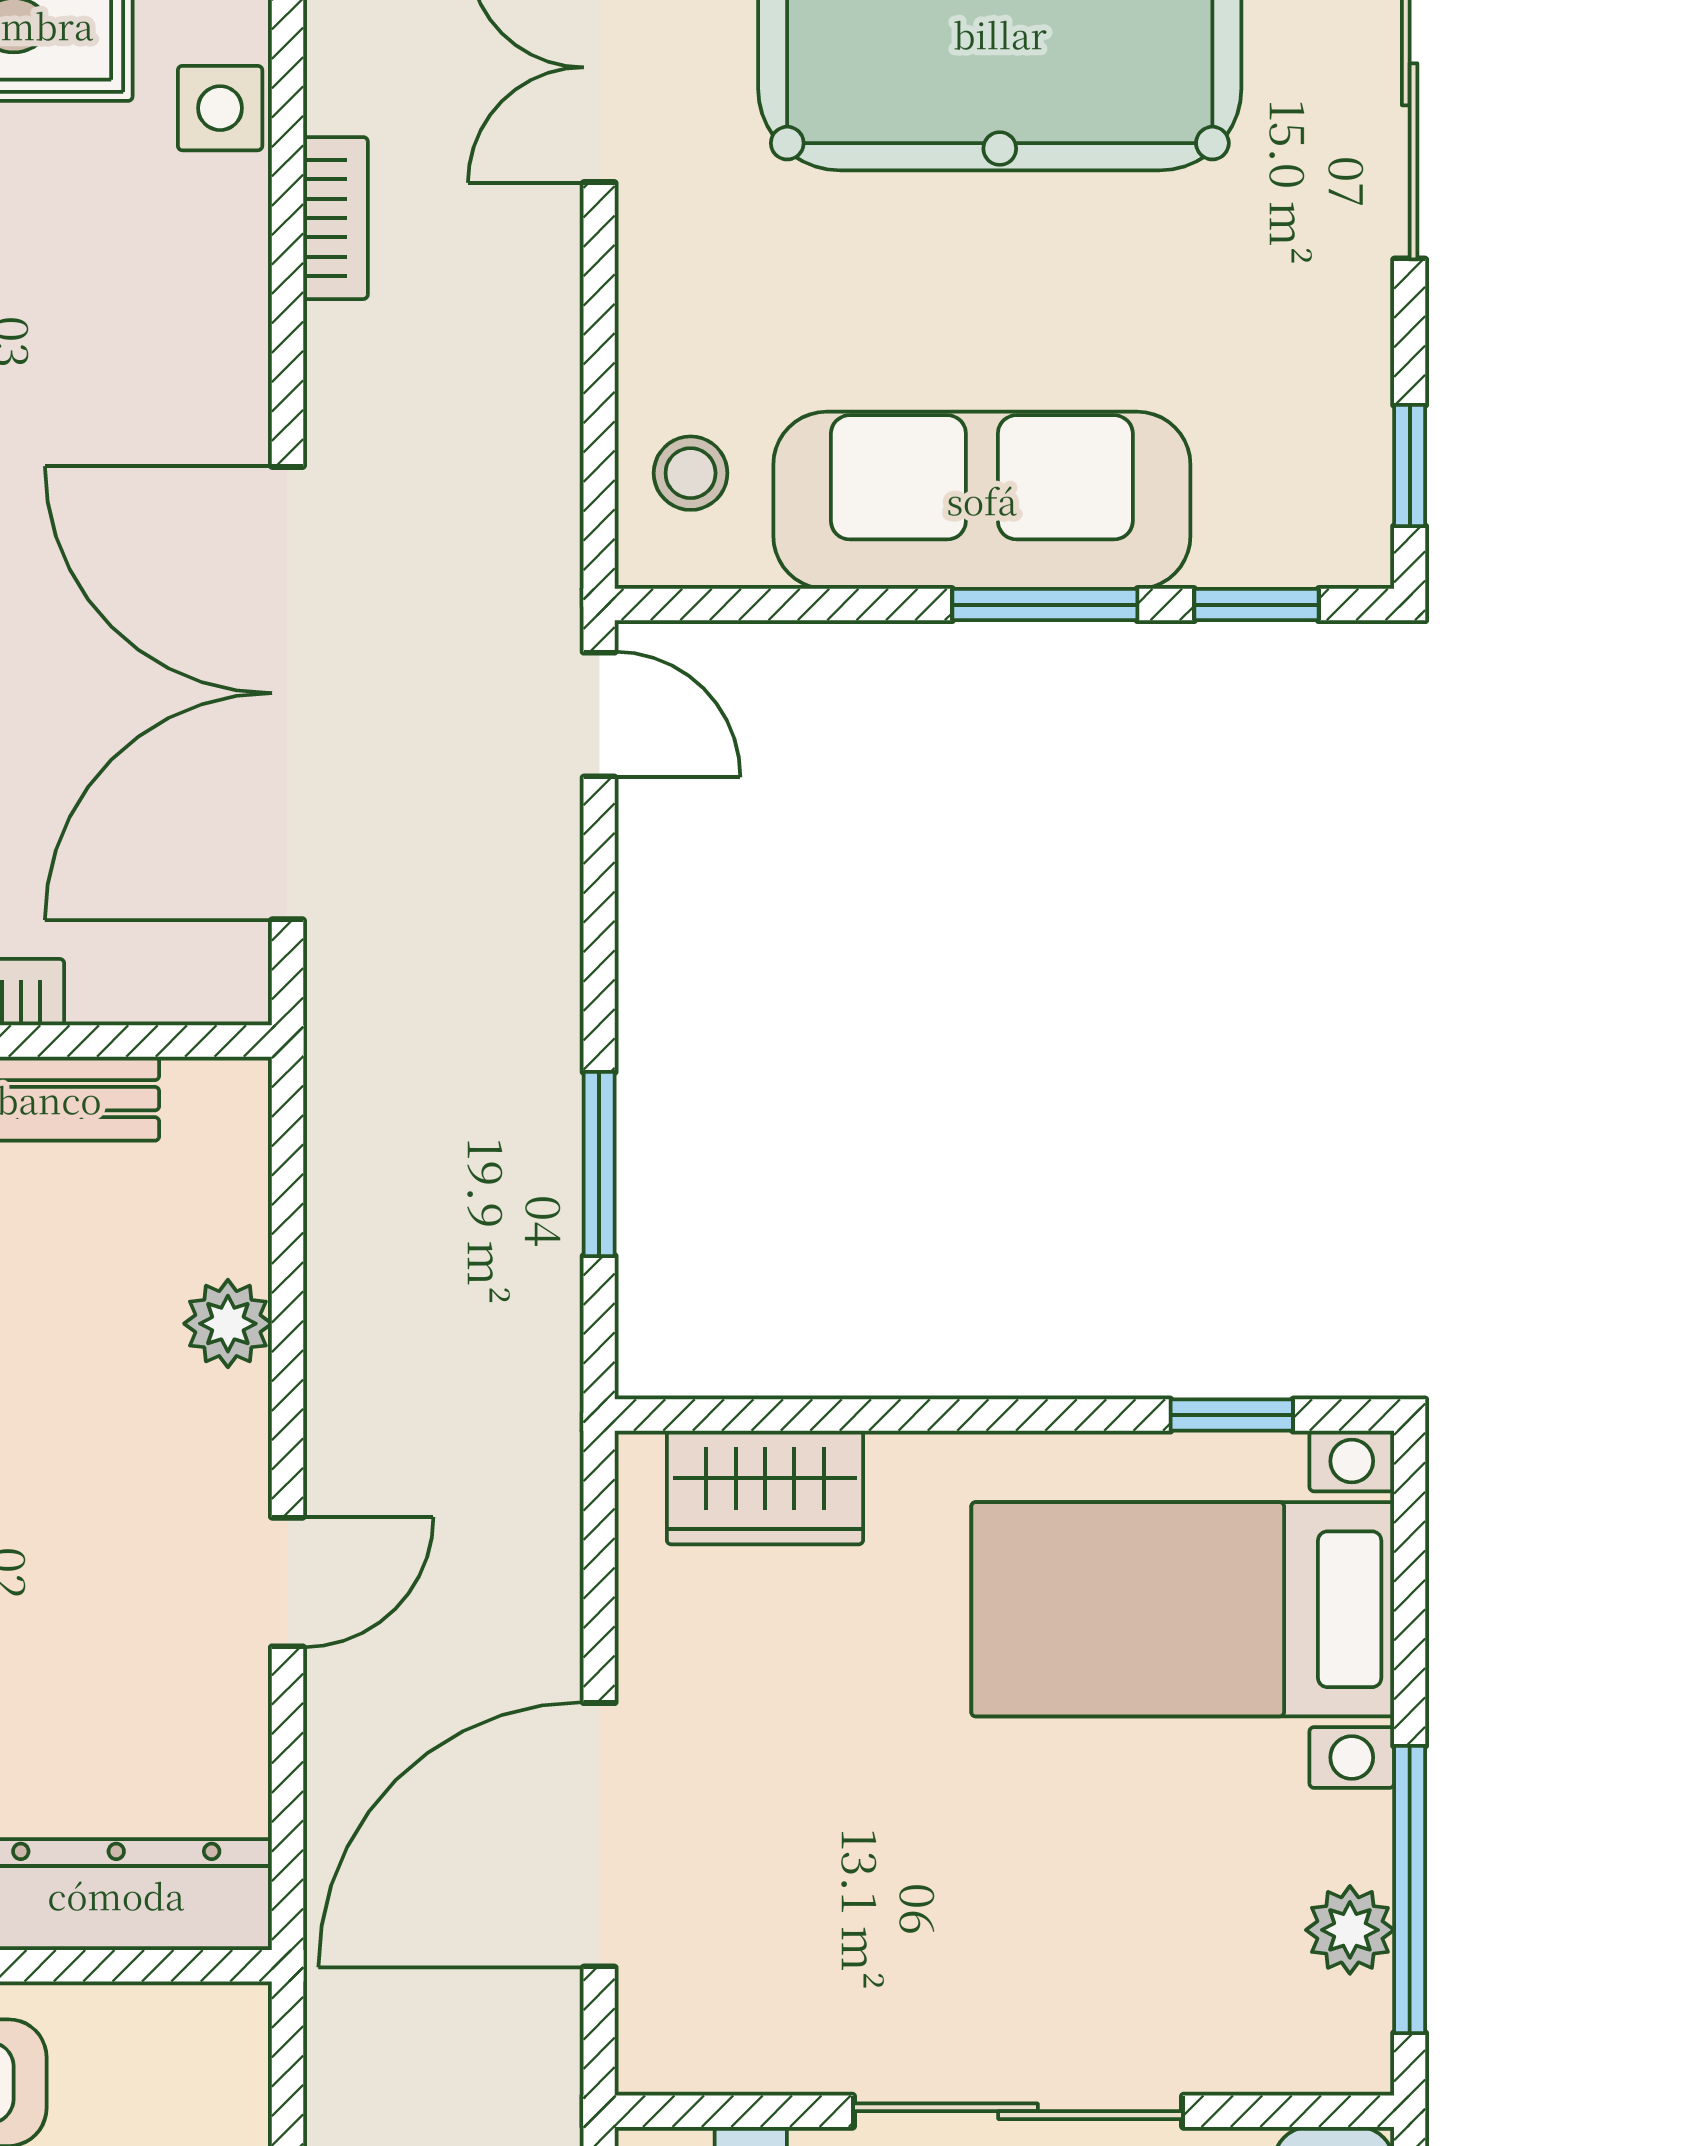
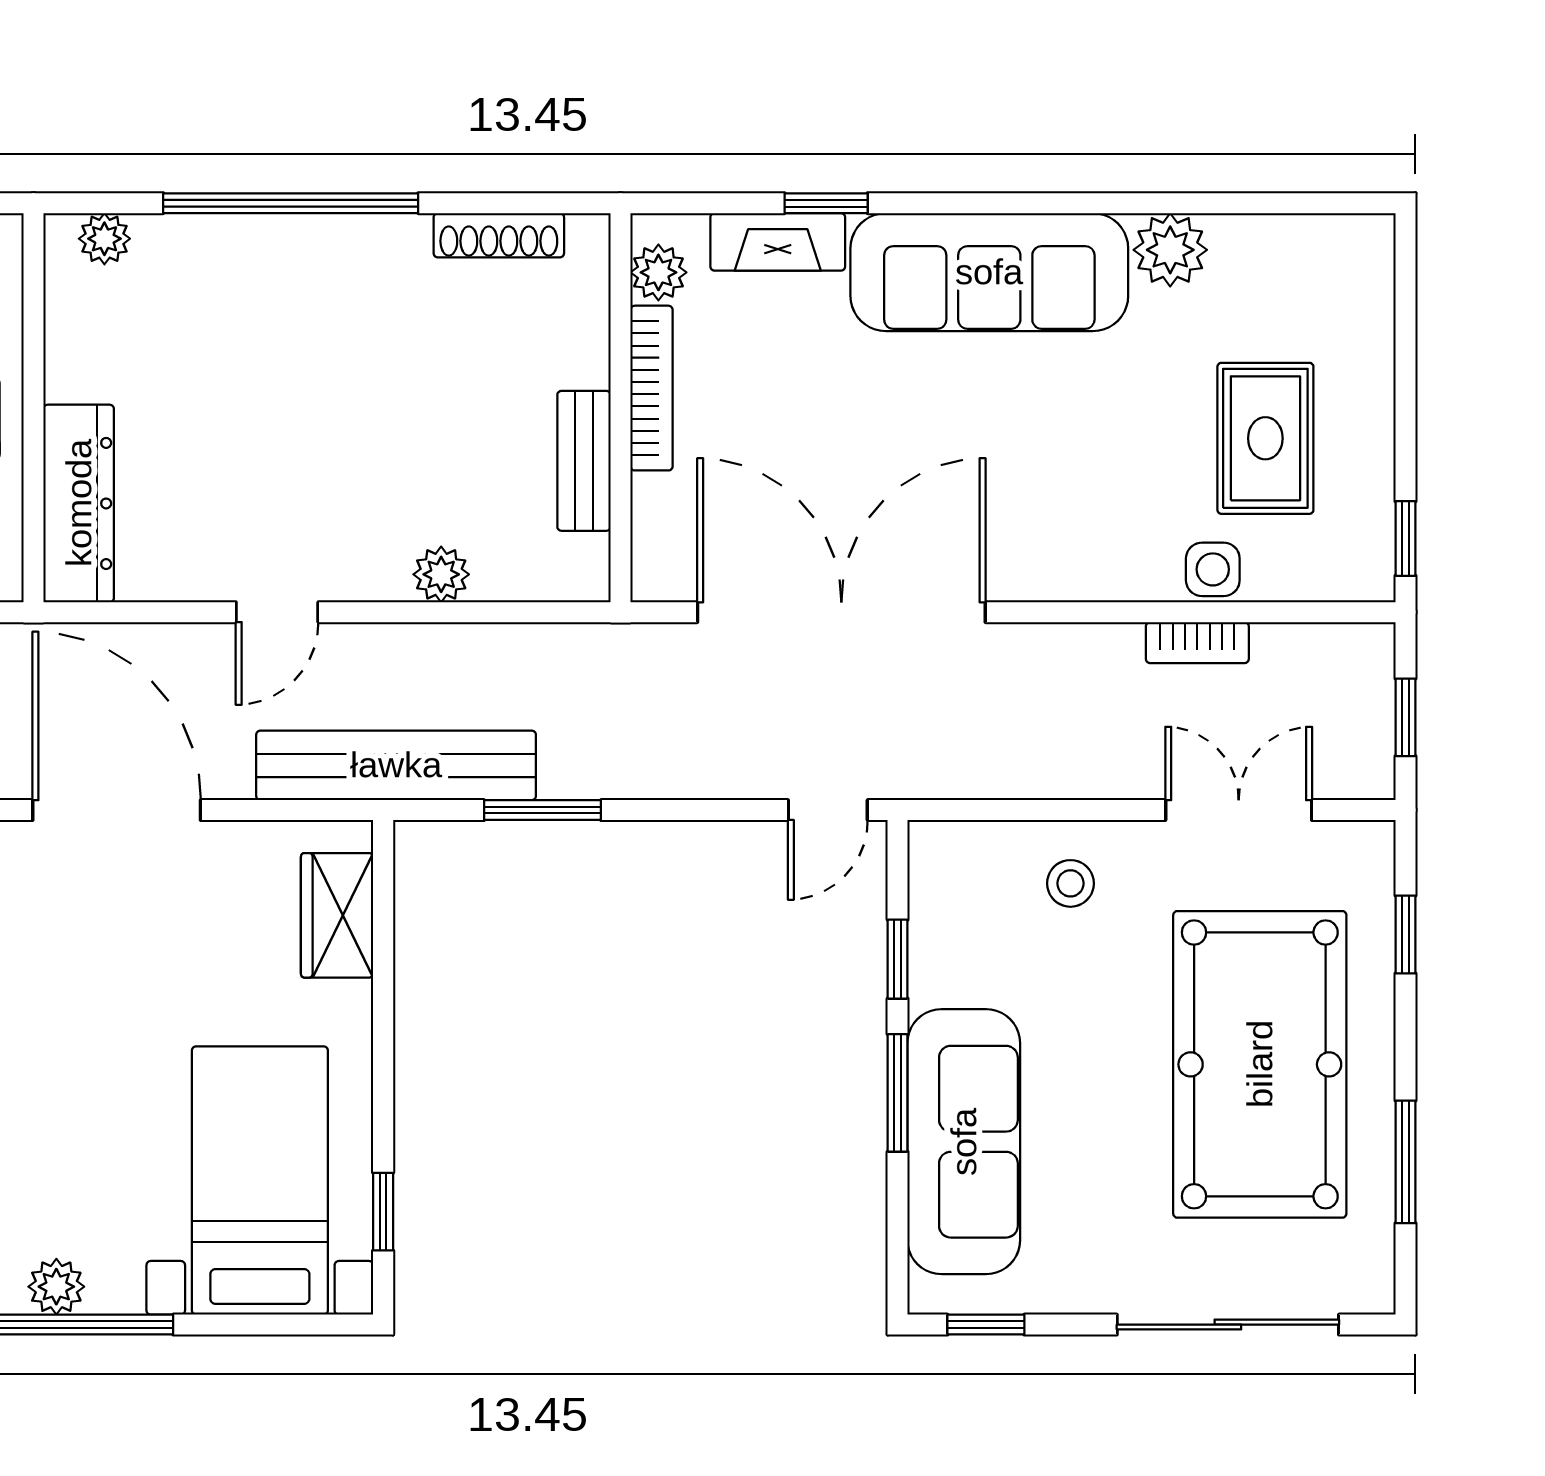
bookcase: (335, 218) -> (1197, 643), moved
stool: (691, 473) -> (1070, 883), moved
sofa: (982, 500) -> (964, 1142), moved
window: (1256, 605) -> (898, 959), moved
bench: (529, 1395) -> (396, 765), added
door: (287, 1582) -> (277, 612), hinge flipped

